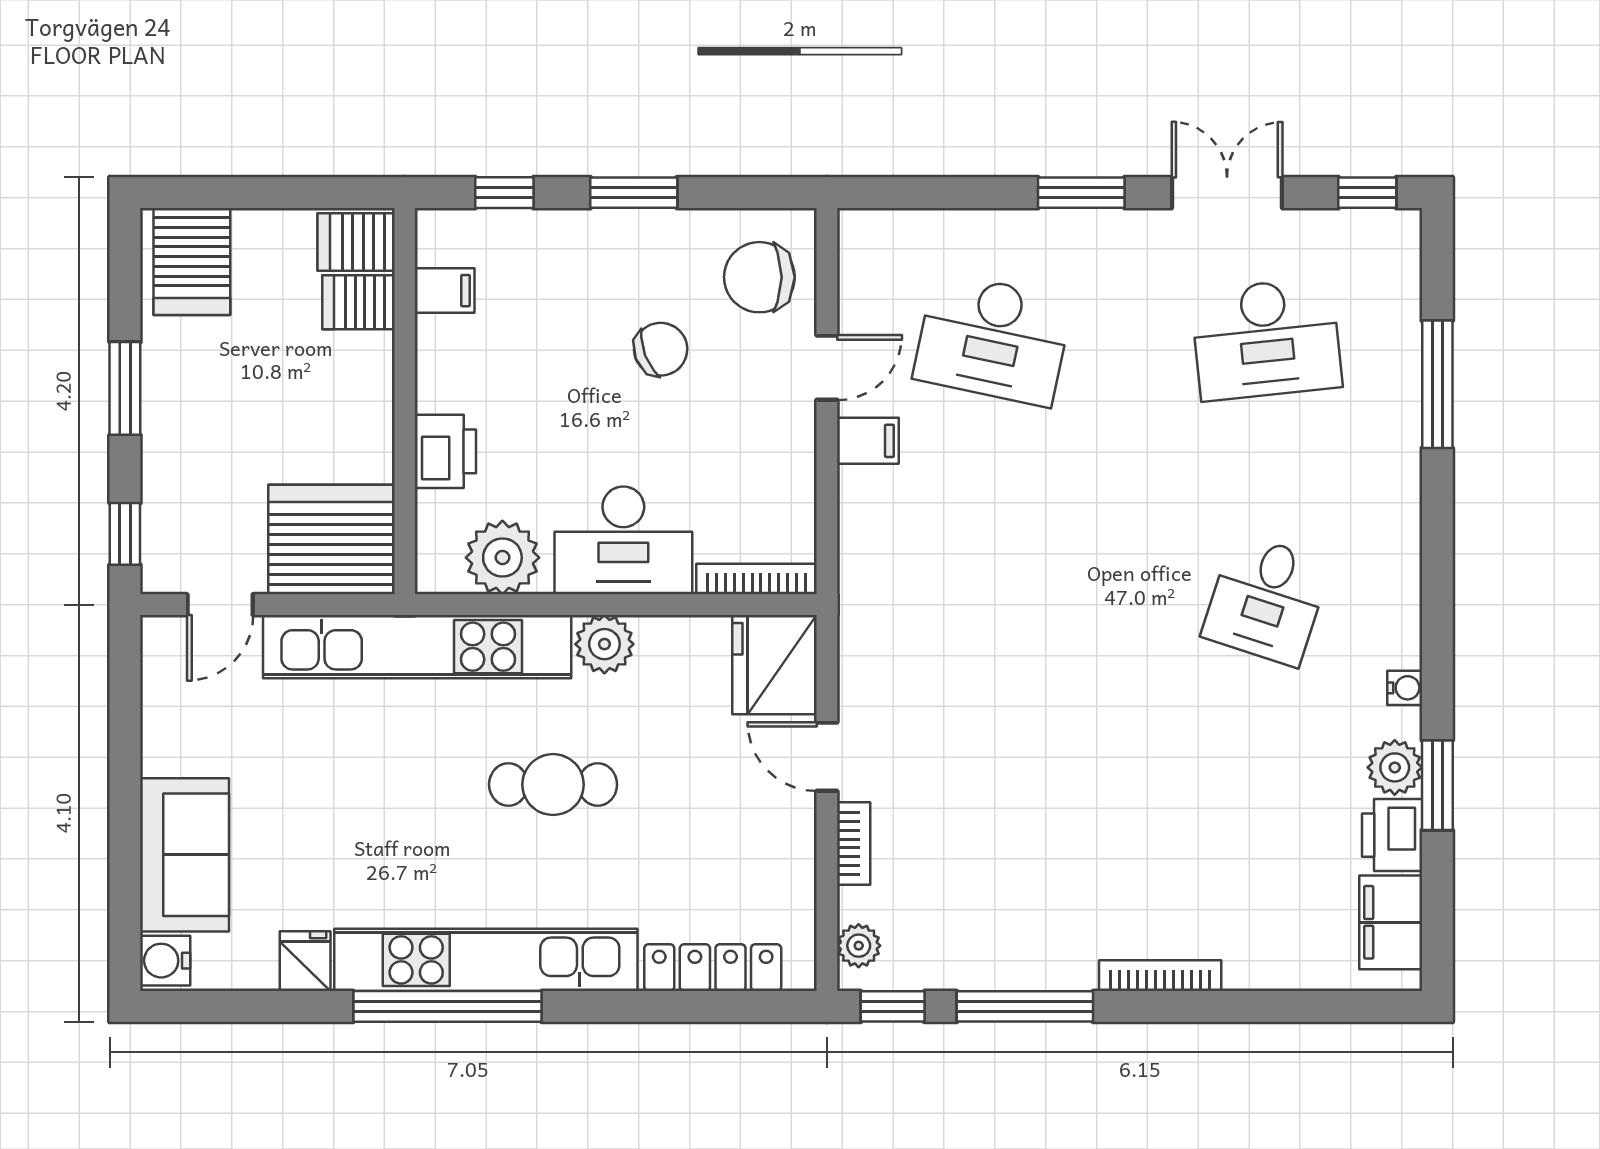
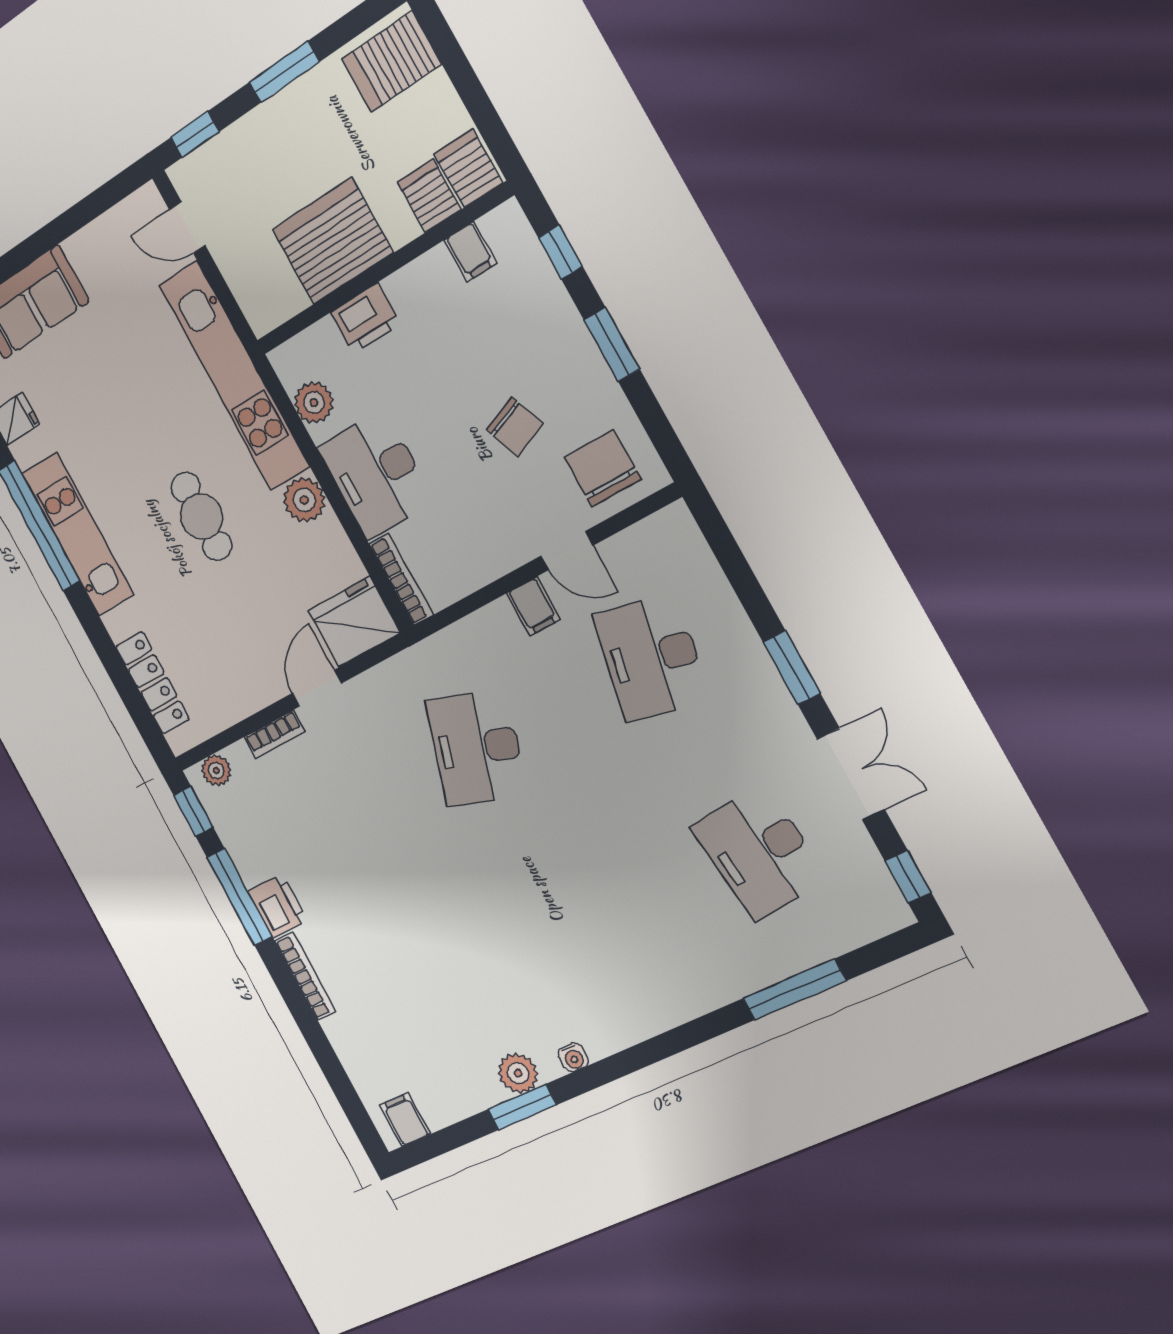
server rack: (331, 540) -> (333, 241), moved, turned -90
plant: (502, 558) -> (314, 403), width x0.73, depth x0.73
desk: (1266, 600) -> (476, 748), moved, width x1.37
printer: (1392, 835) -> (278, 906), moved, turned 90
filing cabinet: (1391, 922) -> (405, 1120), width x0.50
kitchen unit: (486, 960) -> (78, 534), width x0.73

